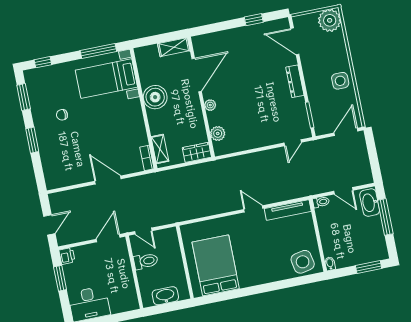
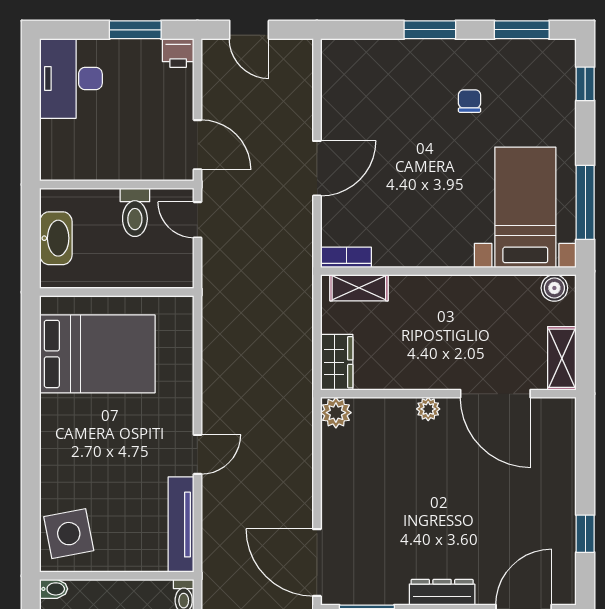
boiler: (155, 97) -> (554, 288), moved, width x0.54, depth x0.54
plant: (218, 133) -> (336, 413), moved
door: (293, 143) -> (317, 563), width x1.88
door: (143, 231) -> (197, 220), hinge flipped

